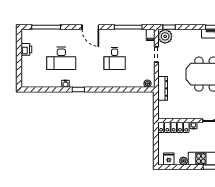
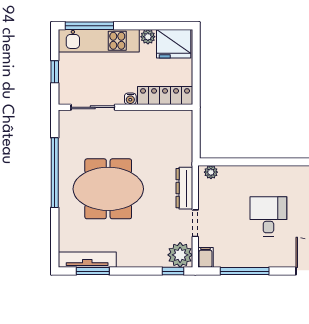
dresser: (163, 88) -> (184, 188), moved
fridge: (169, 159) -> (174, 44), width x1.88, depth x1.34

